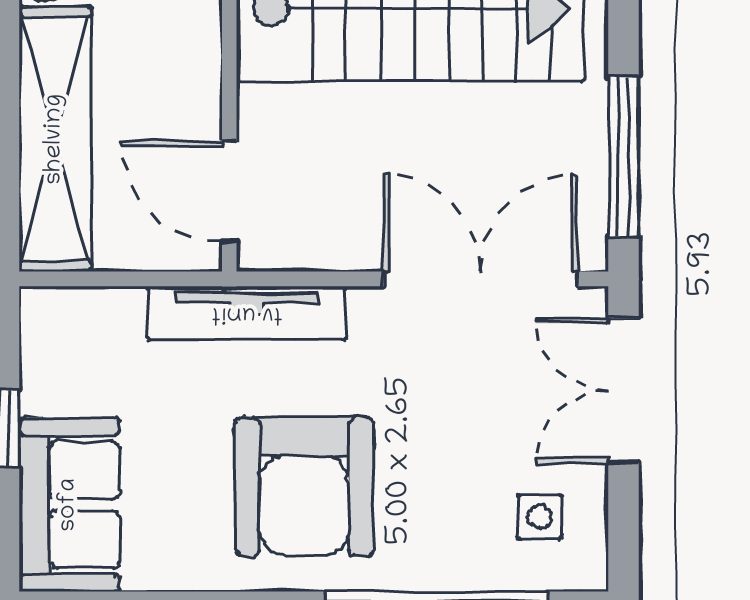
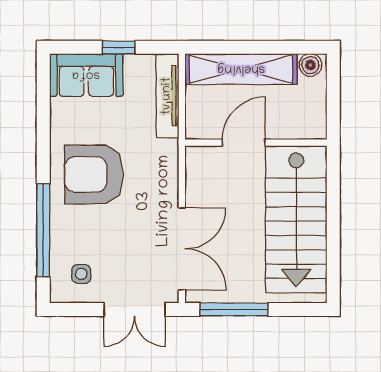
door: (229, 191) -> (244, 143), moved
tv unit: (247, 313) -> (167, 96), moved
double door: (623, 391) -> (135, 309), swing flipped

